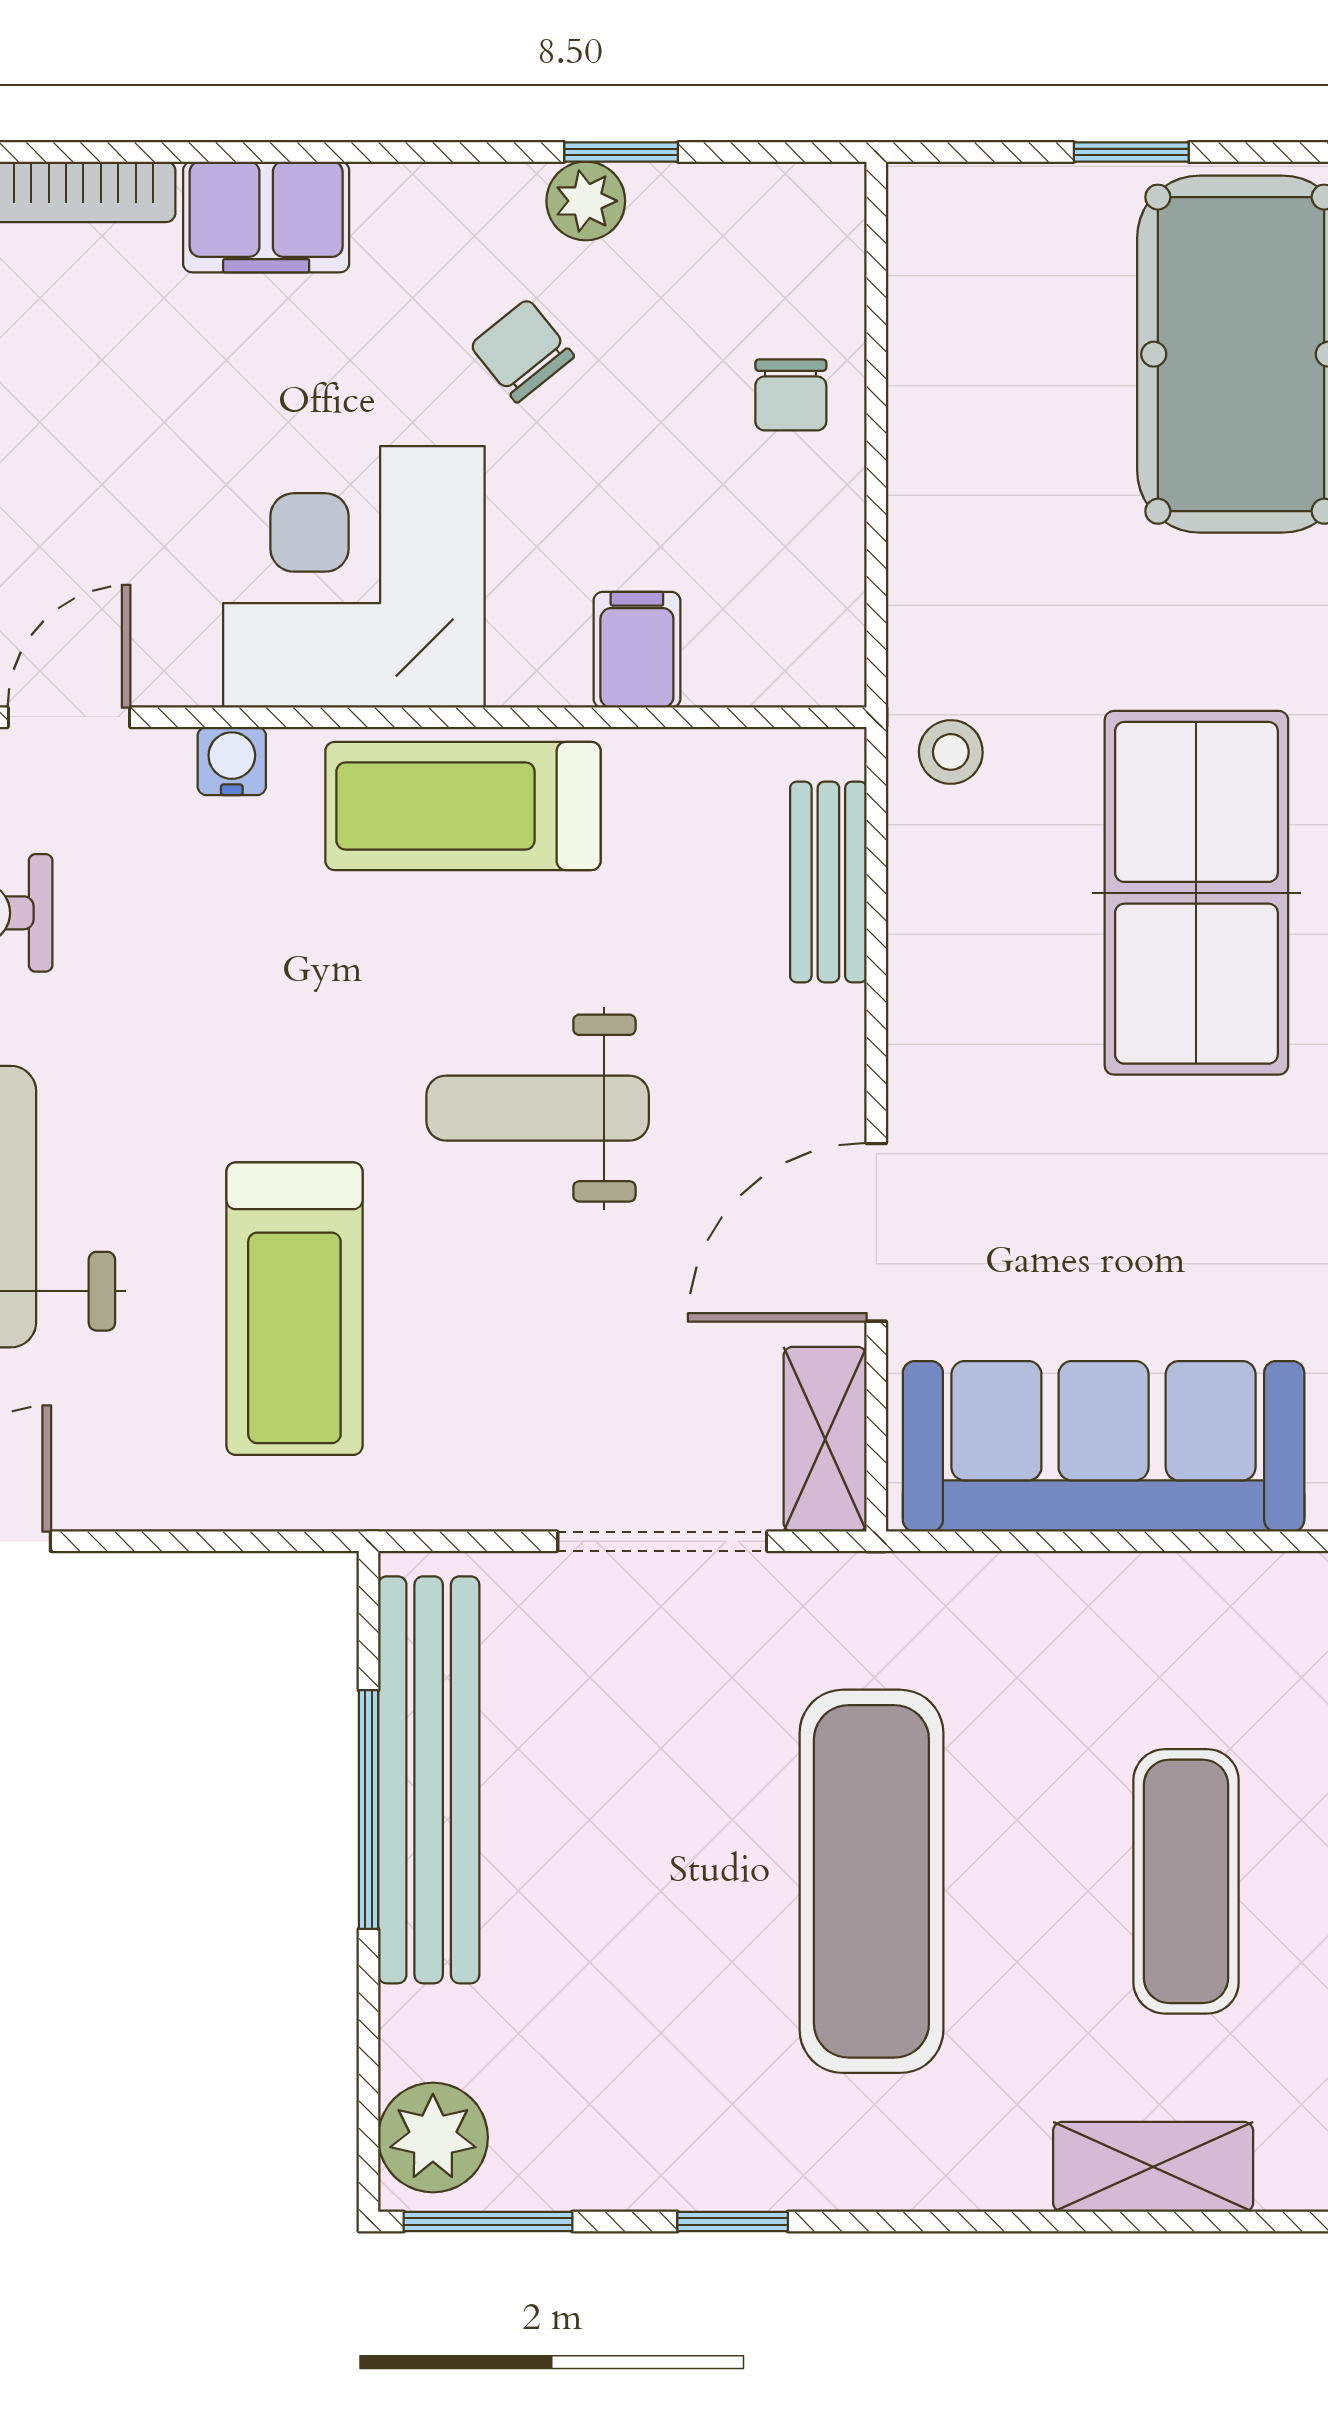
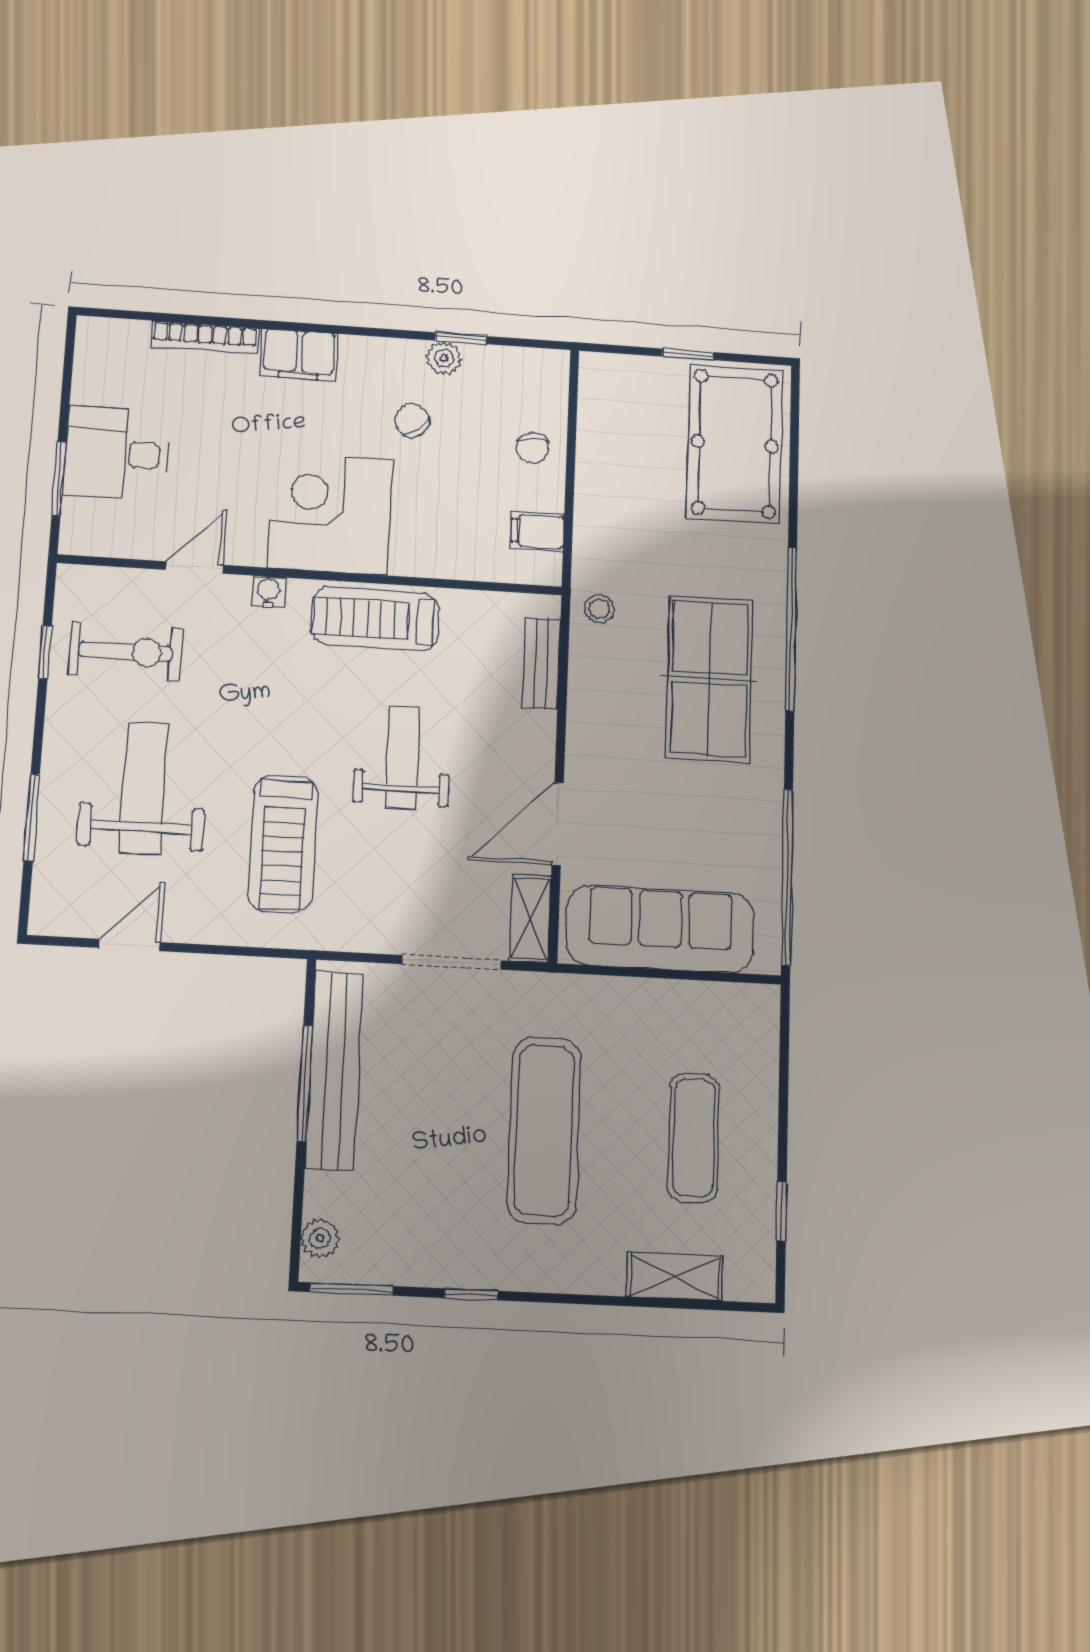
filing cabinet: (637, 650) -> (537, 531), moved, turned -90
weight bench: (538, 1108) -> (402, 757), turned 90
plant: (433, 2137) -> (320, 1238), width x0.73, depth x0.73

